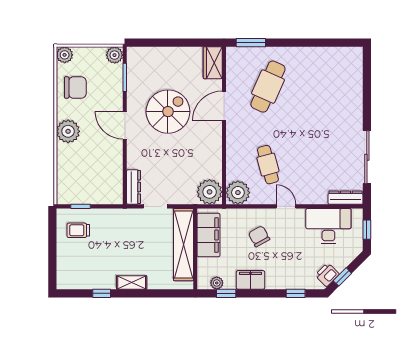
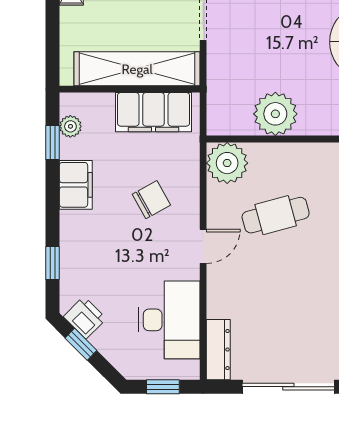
plant: (210, 192) -> (275, 114), moved

